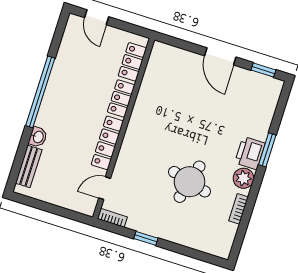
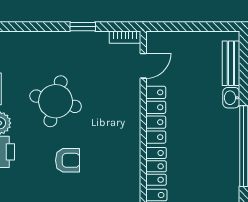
armchair: (195, 128) -> (68, 160), added

